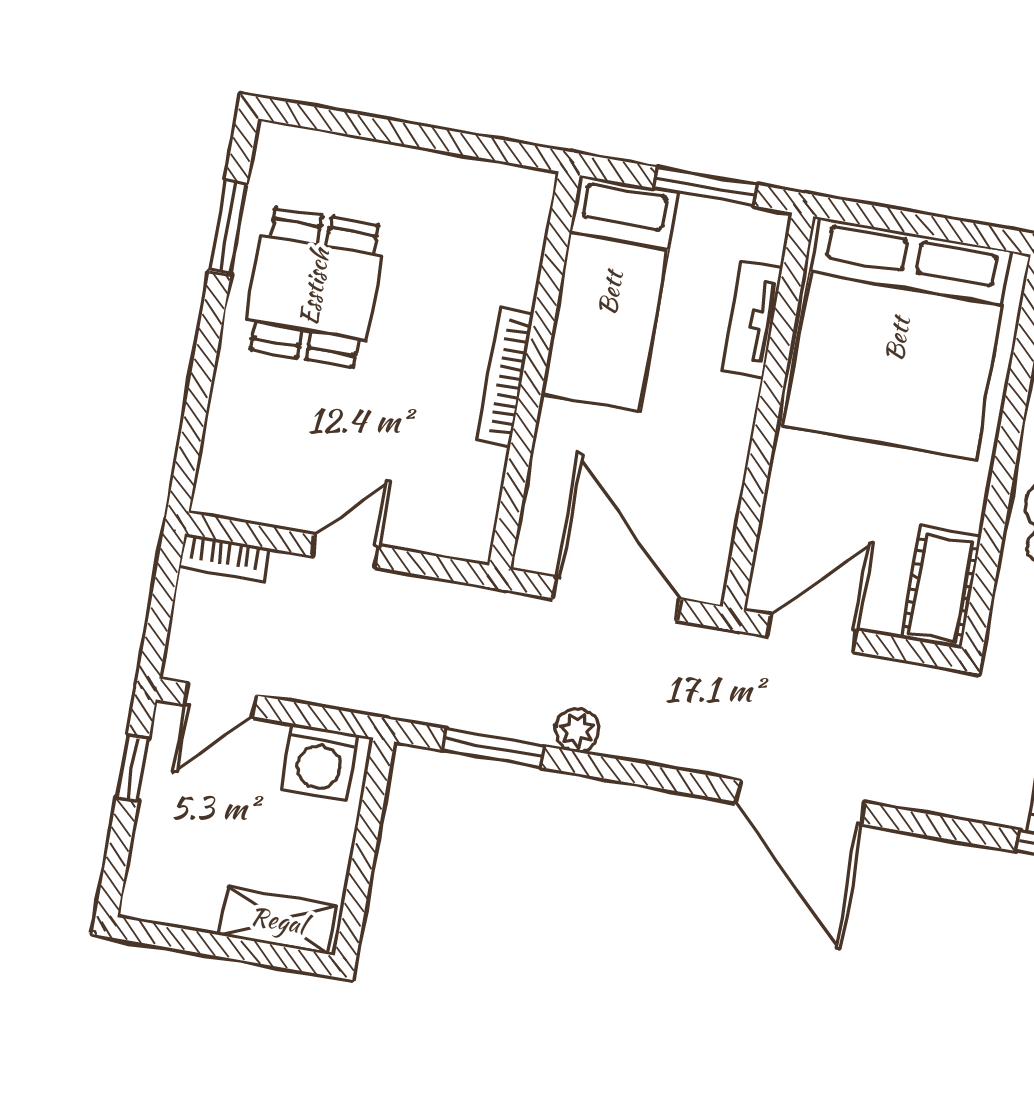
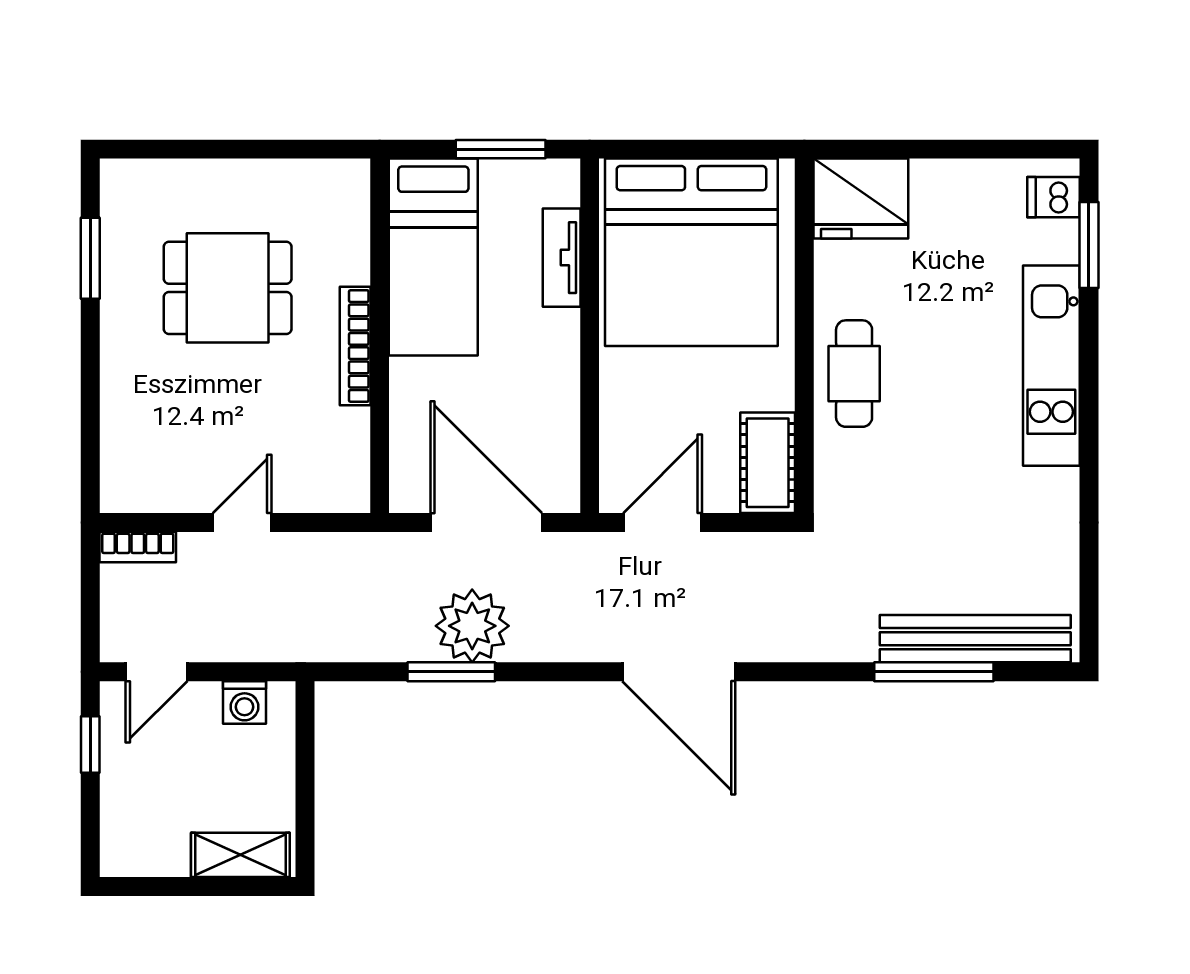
dining table: (314, 287) -> (228, 288), moved, turned 90
plant: (577, 730) -> (472, 626), width x1.87, depth x1.87
window: (494, 748) -> (451, 672), moved
washing machine: (320, 762) -> (244, 703), width x0.73, depth x0.73

